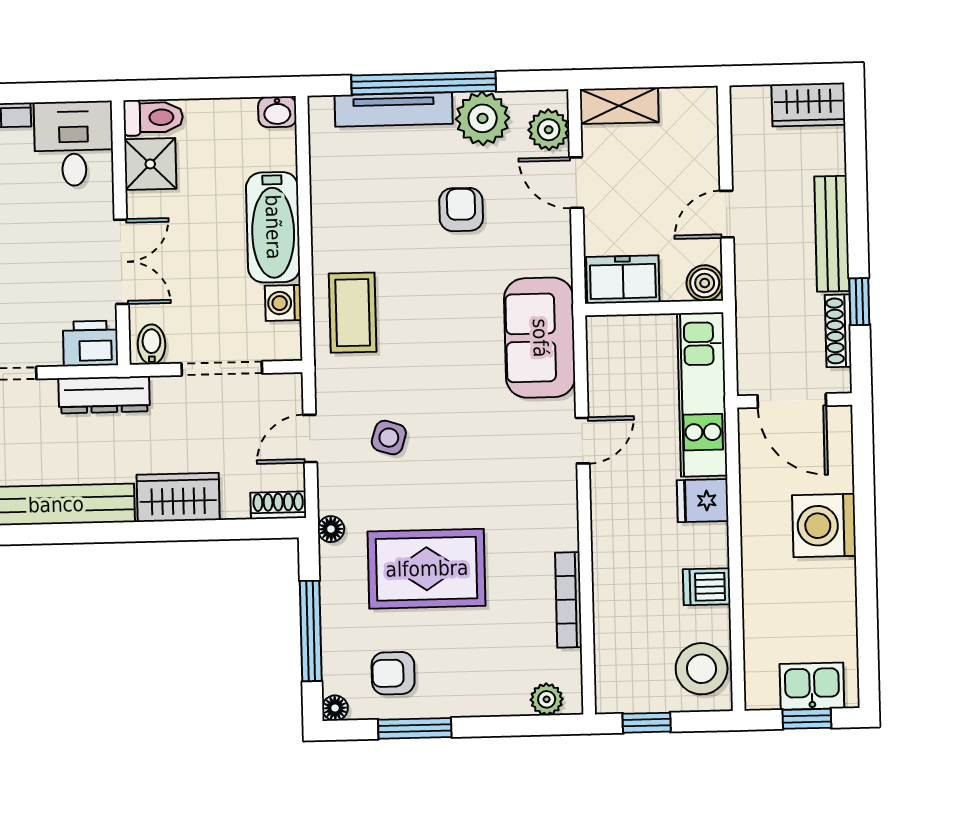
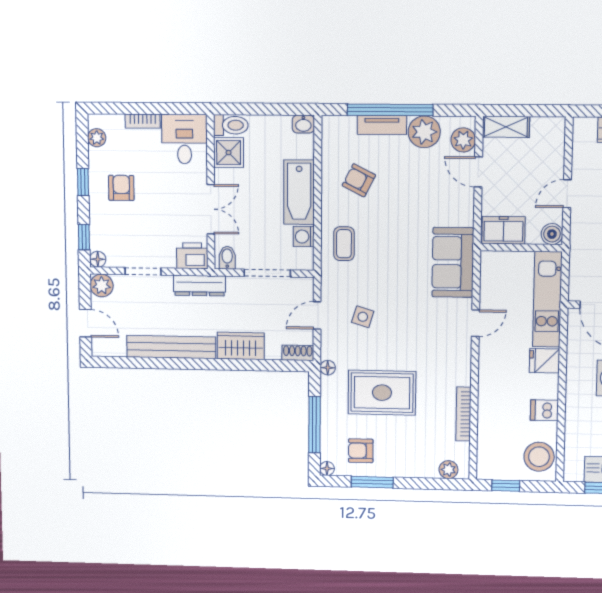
tv unit: (394, 110) -> (382, 125), width x0.71
armchair: (461, 210) -> (359, 180), moved, turned -63
coffee table: (353, 313) -> (344, 244), width x0.73, depth x0.77

